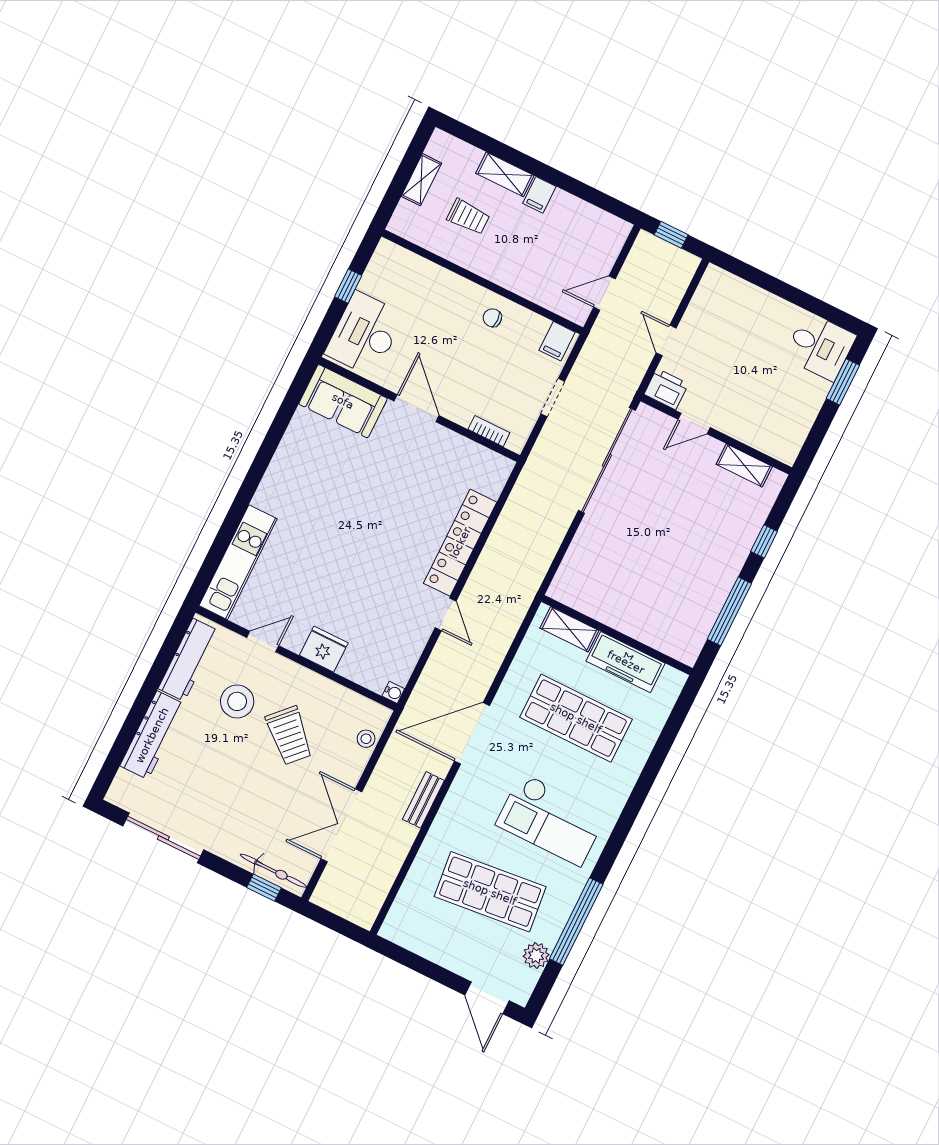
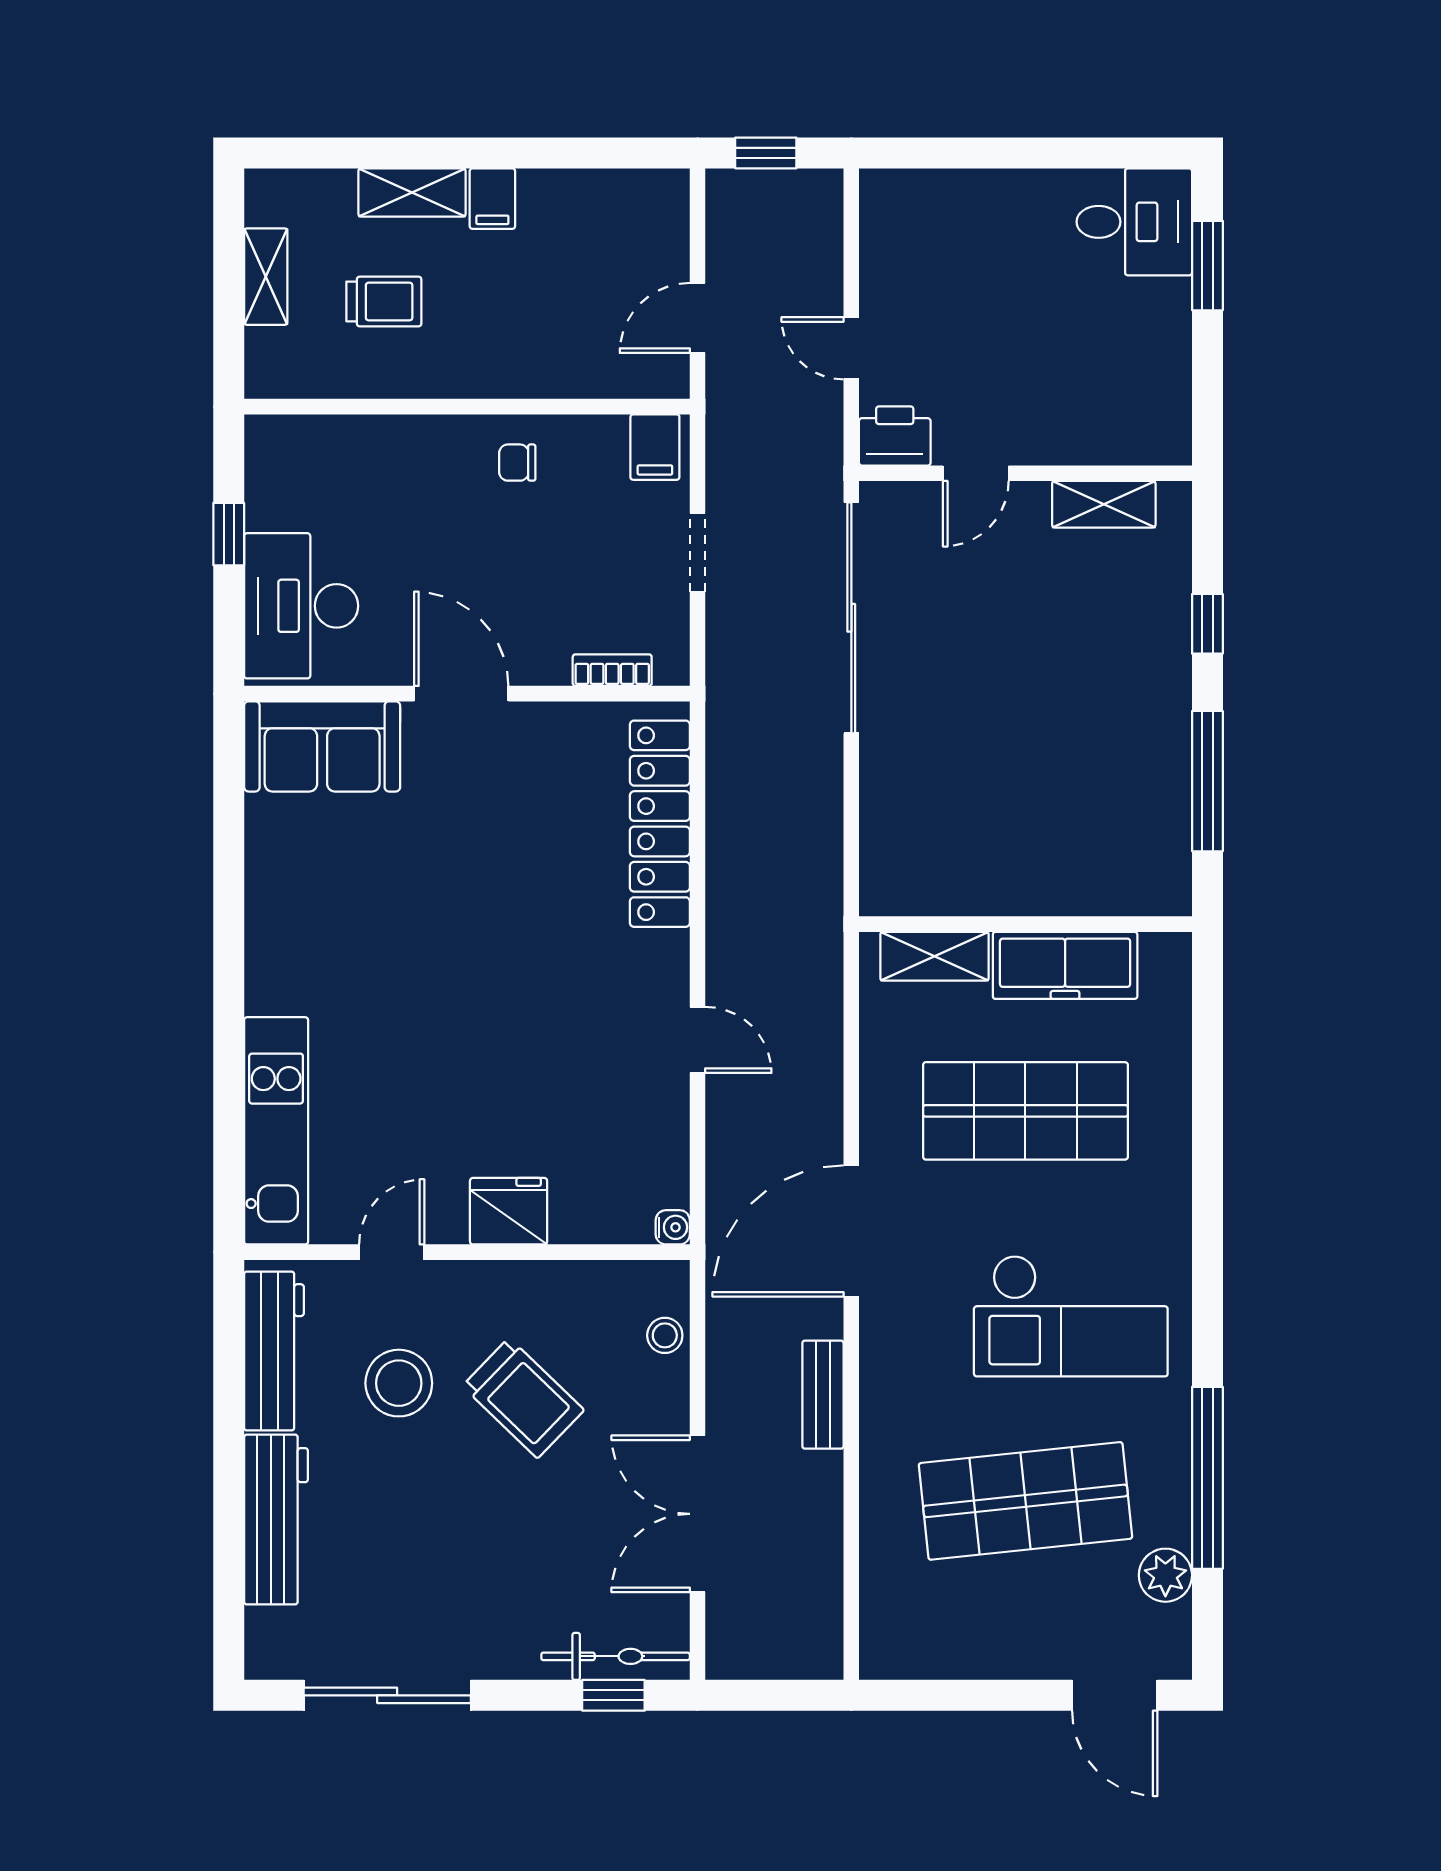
locker: (460, 543) -> (660, 824), moved

